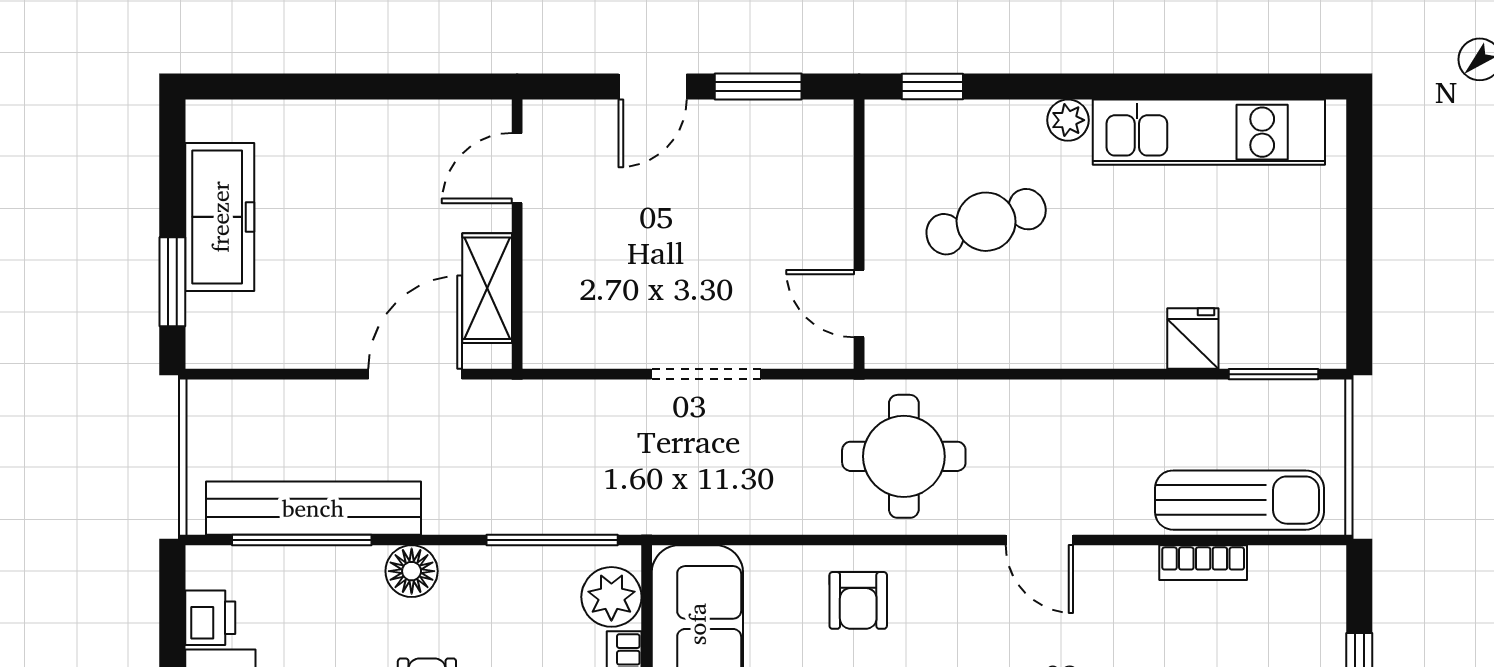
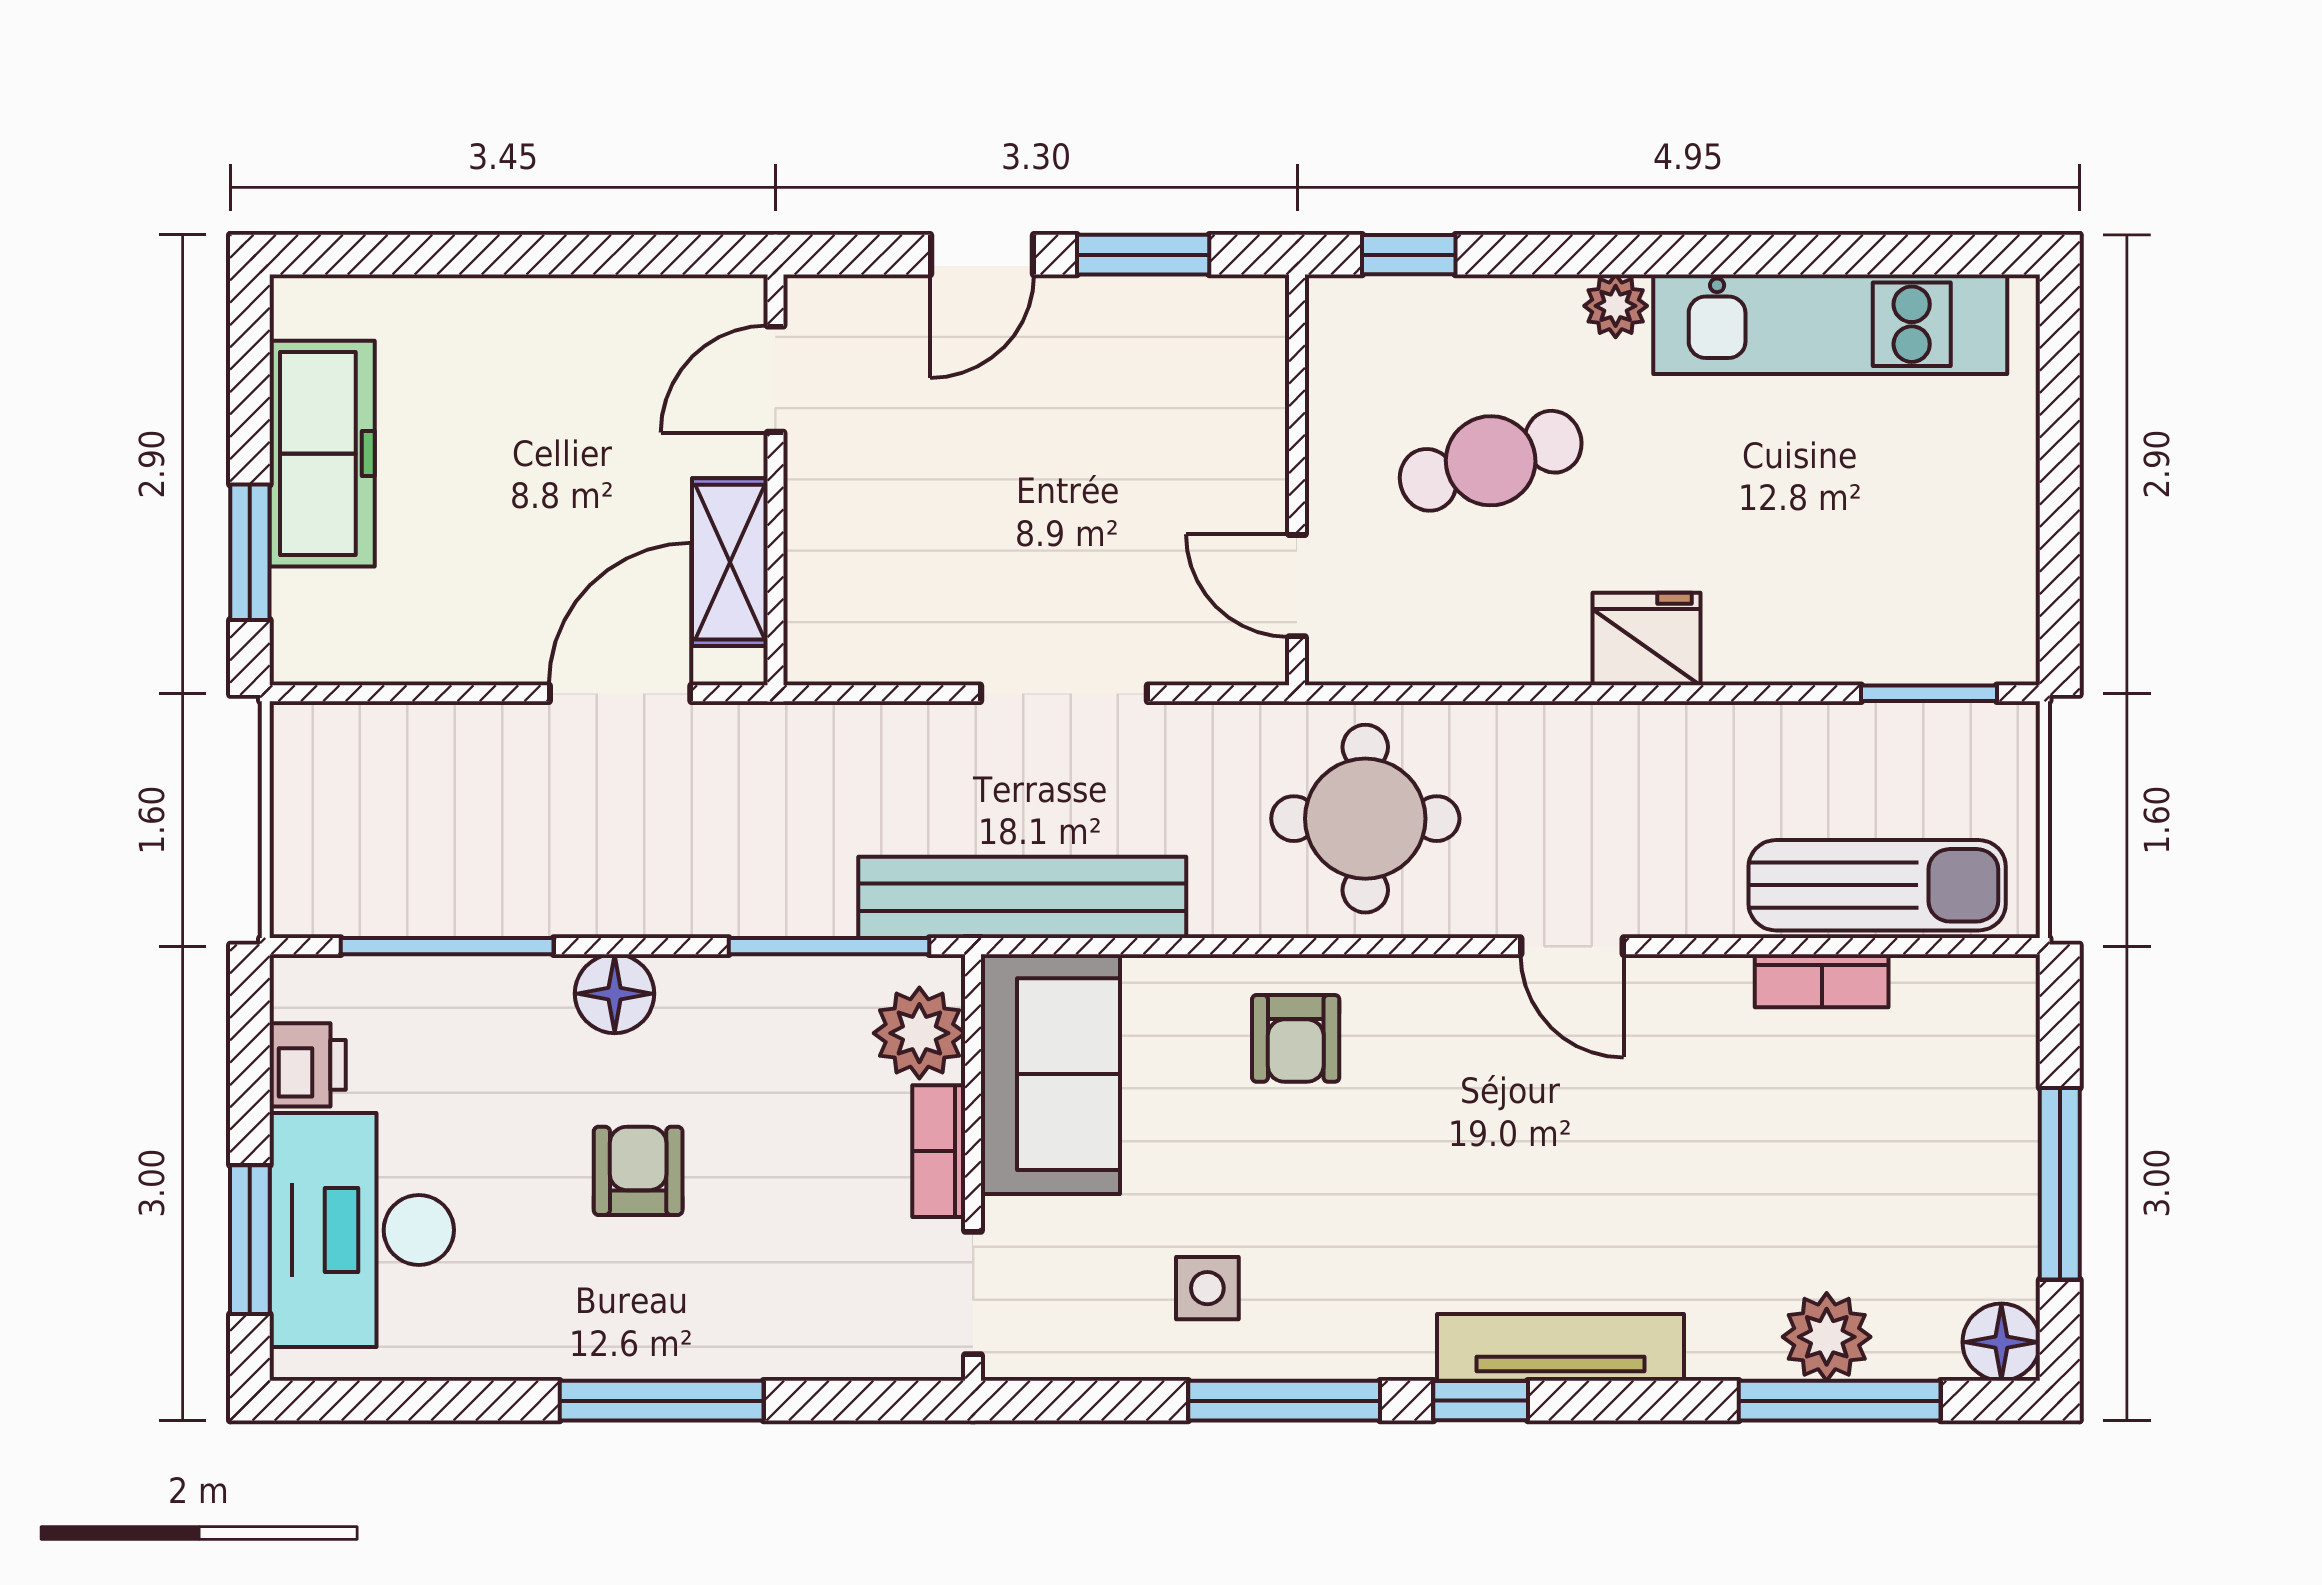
fridge: (1193, 339) -> (1647, 639), moved, width x1.38
bench: (313, 508) -> (1022, 897), moved

